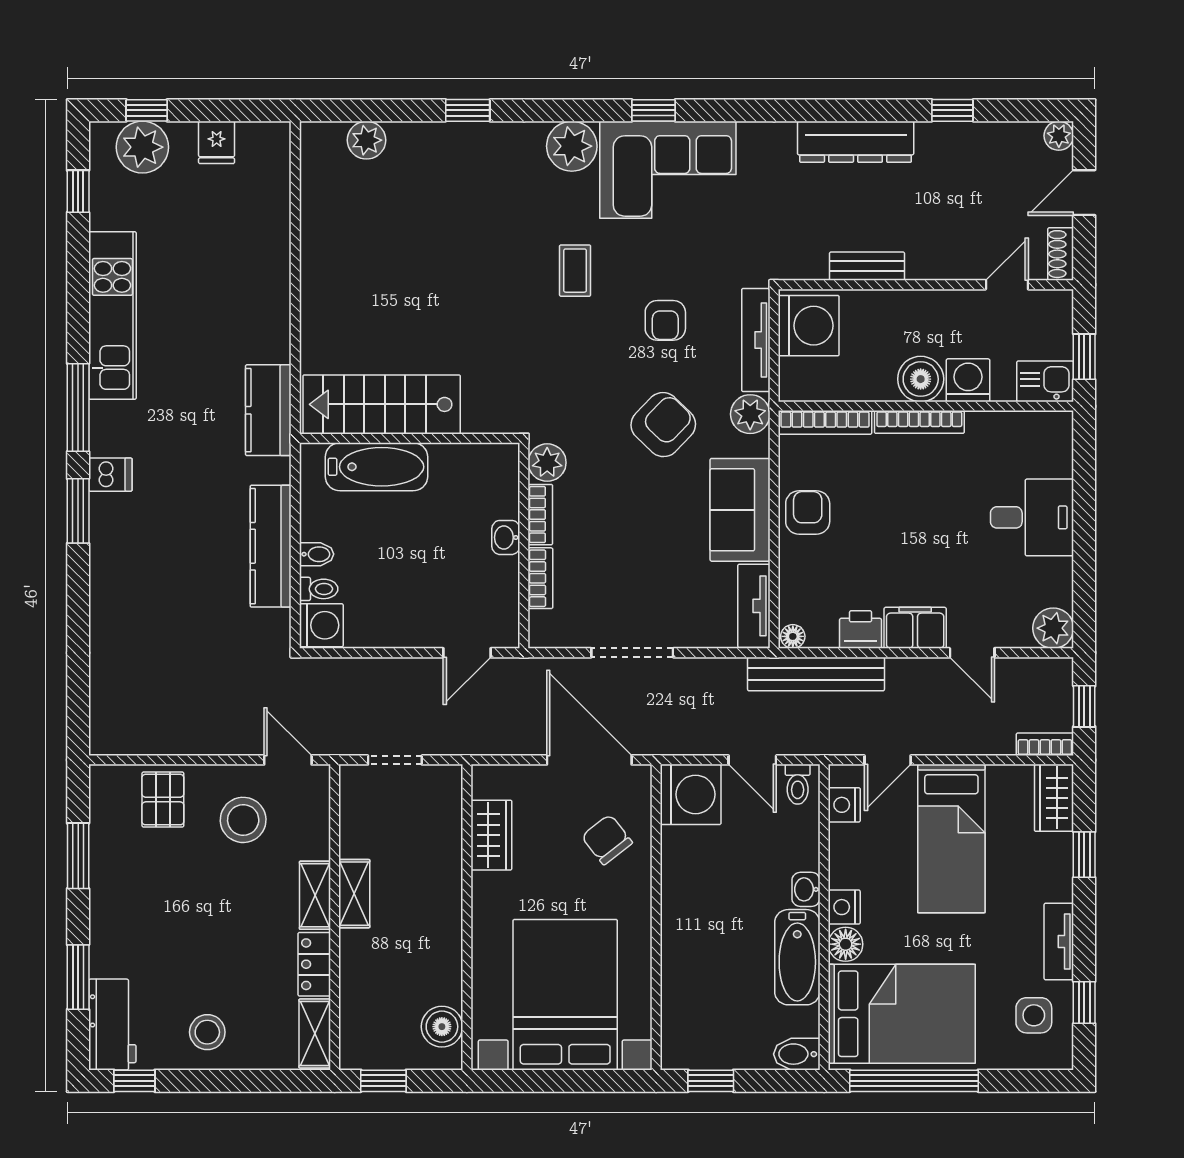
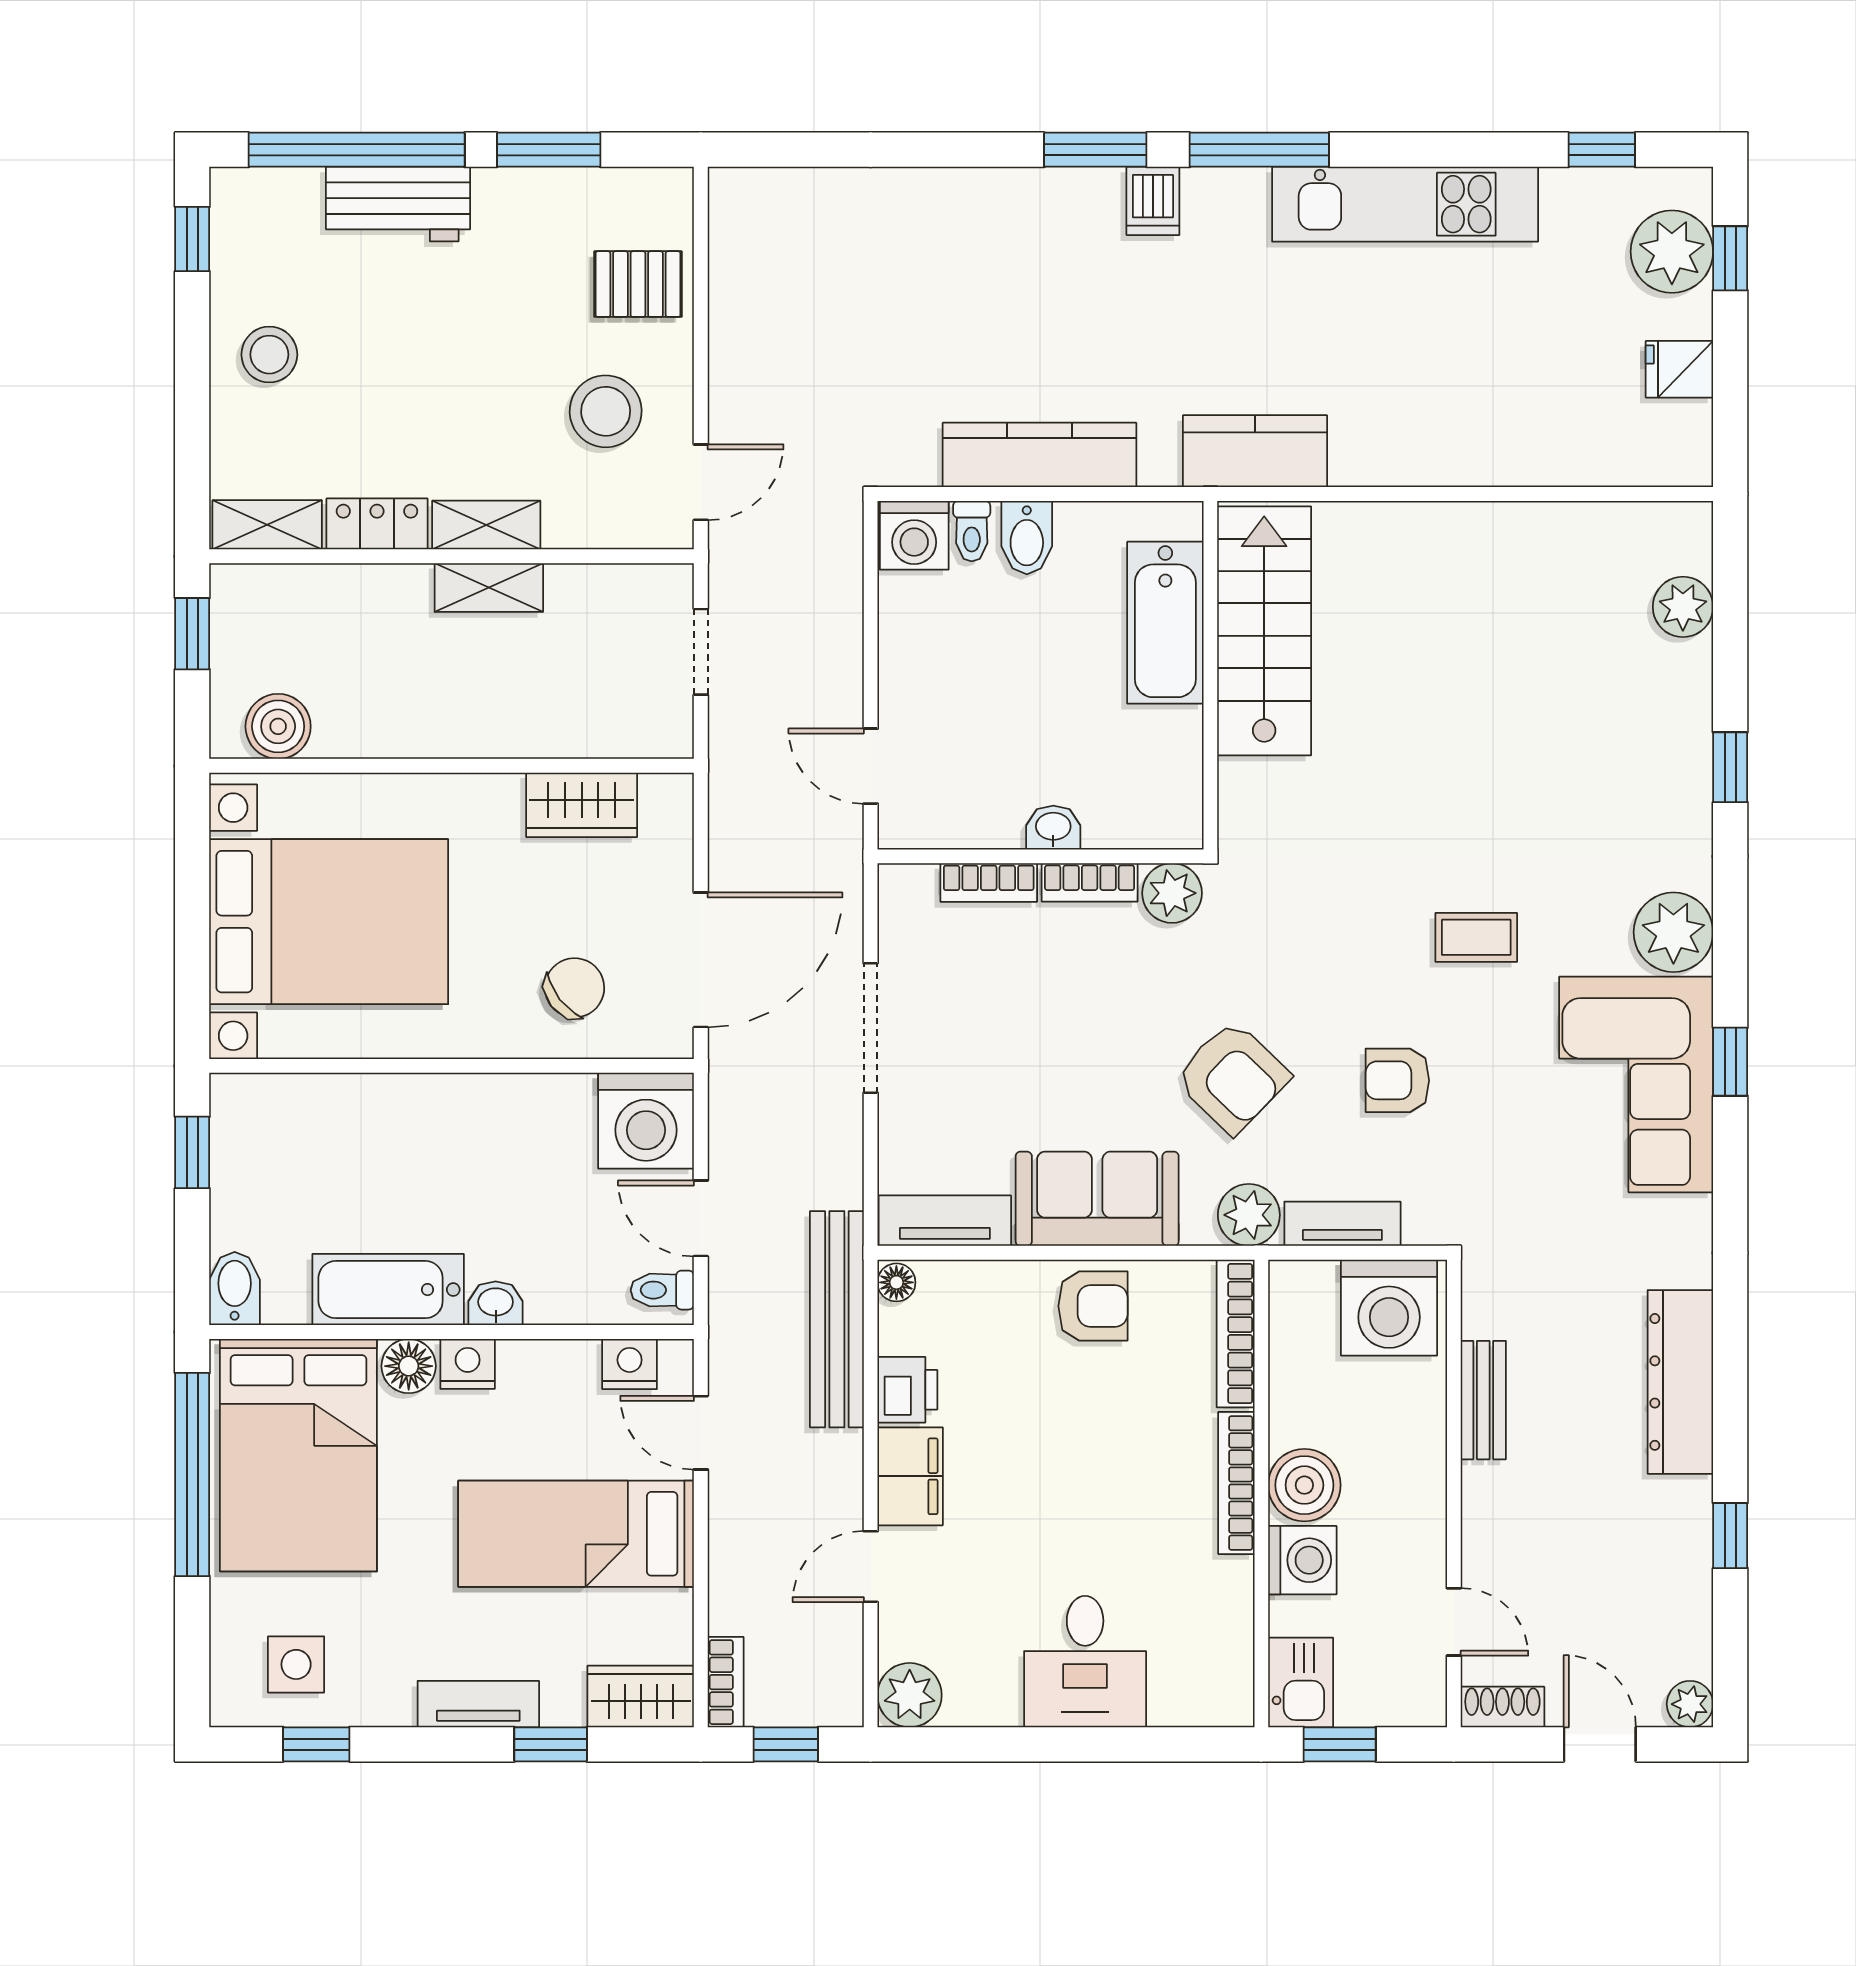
tv unit: (756, 340) -> (1342, 1224), width x0.71
bidet: (317, 554) -> (1027, 538), width x1.38, depth x1.36
door: (752, 760) -> (701, 1218), hinge flipped
tv unit: (1059, 941) -> (478, 1704), moved
window: (78, 977) -> (357, 150), width x2.11
workbench: (112, 1025) -> (398, 204), moved

